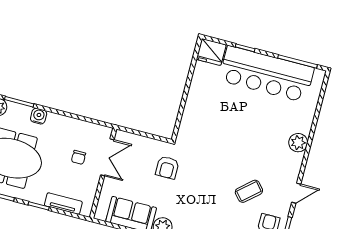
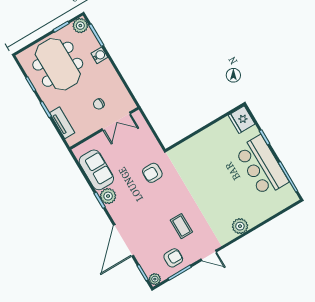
bar counter: (266, 74) -> (262, 166), width x0.73
armchair: (167, 168) -> (152, 173), moved
coffee table: (249, 191) -> (181, 226), turned 41

